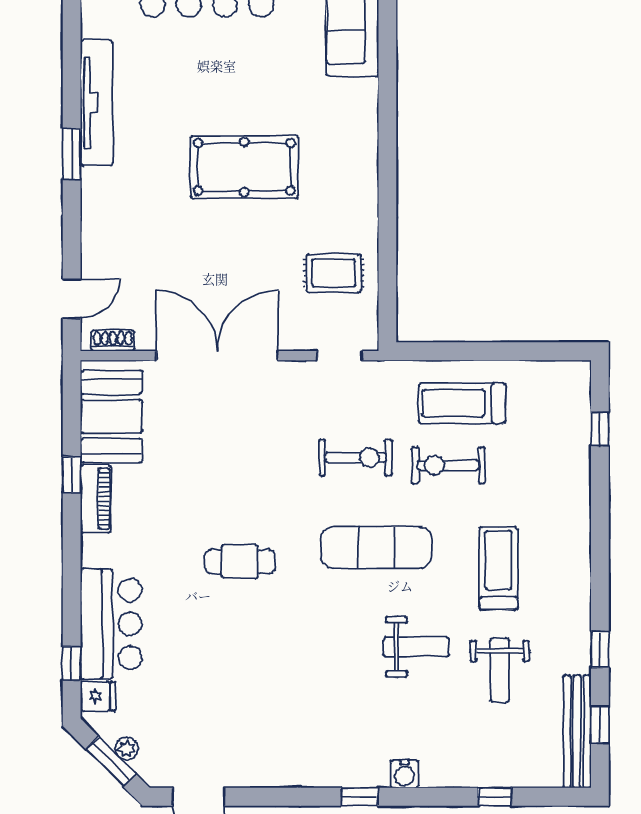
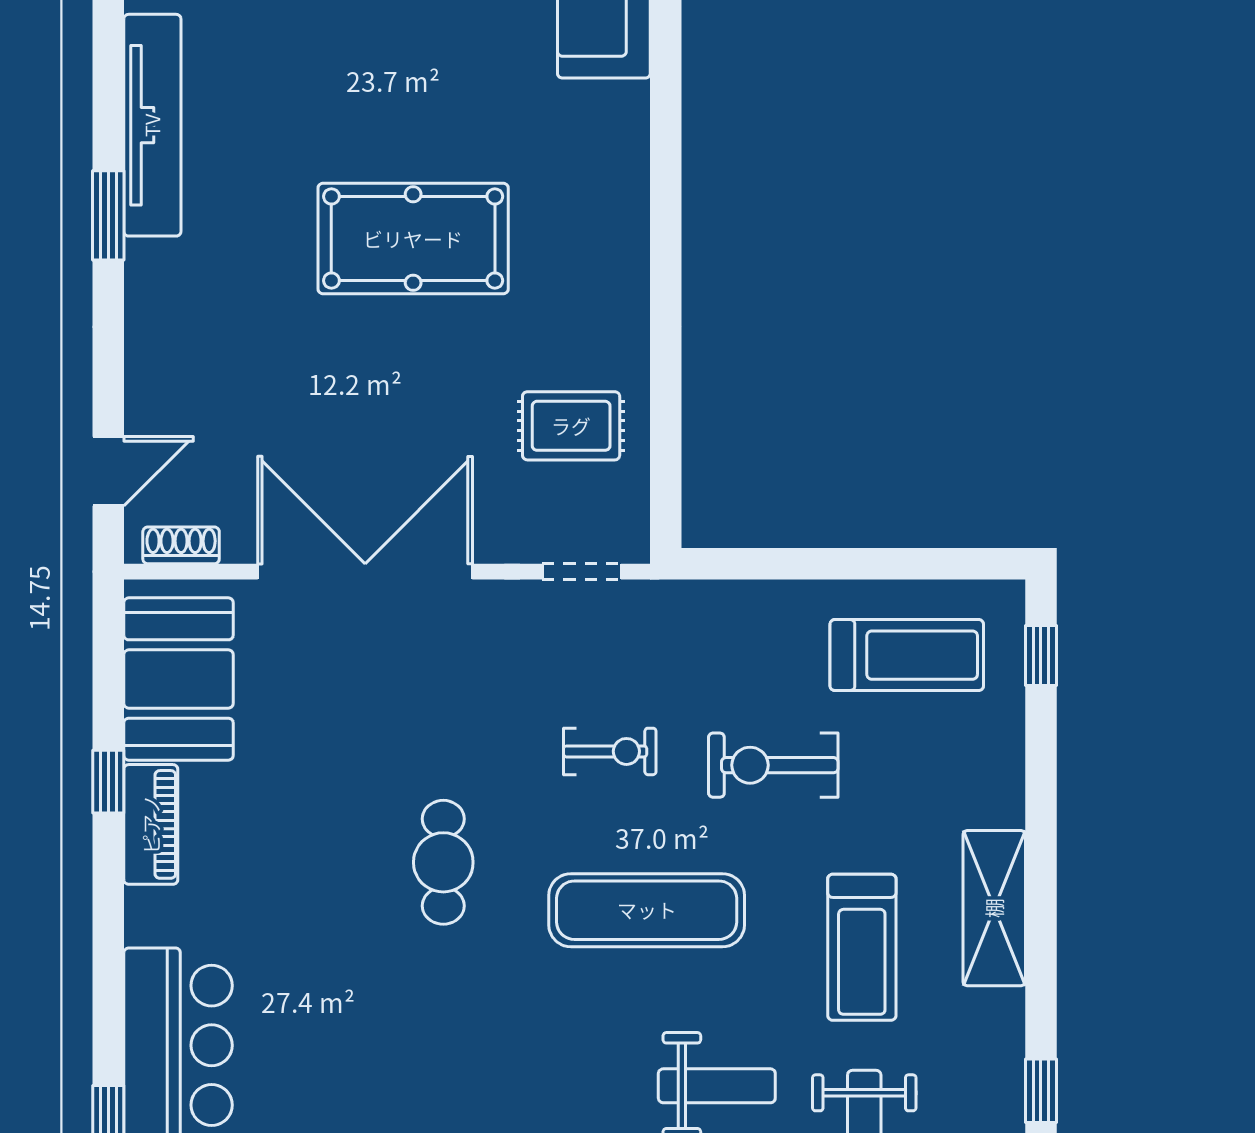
treadmill: (462, 403) -> (907, 655), moved, turned 180
window: (600, 429) -> (1041, 655), moved
exercise bike: (356, 457) -> (610, 751), width x0.73, depth x0.72
shelving: (573, 546) -> (994, 908), added
cafe table: (240, 562) -> (443, 862), moved, turned 90
treadmill: (498, 568) -> (862, 947), turned 180

